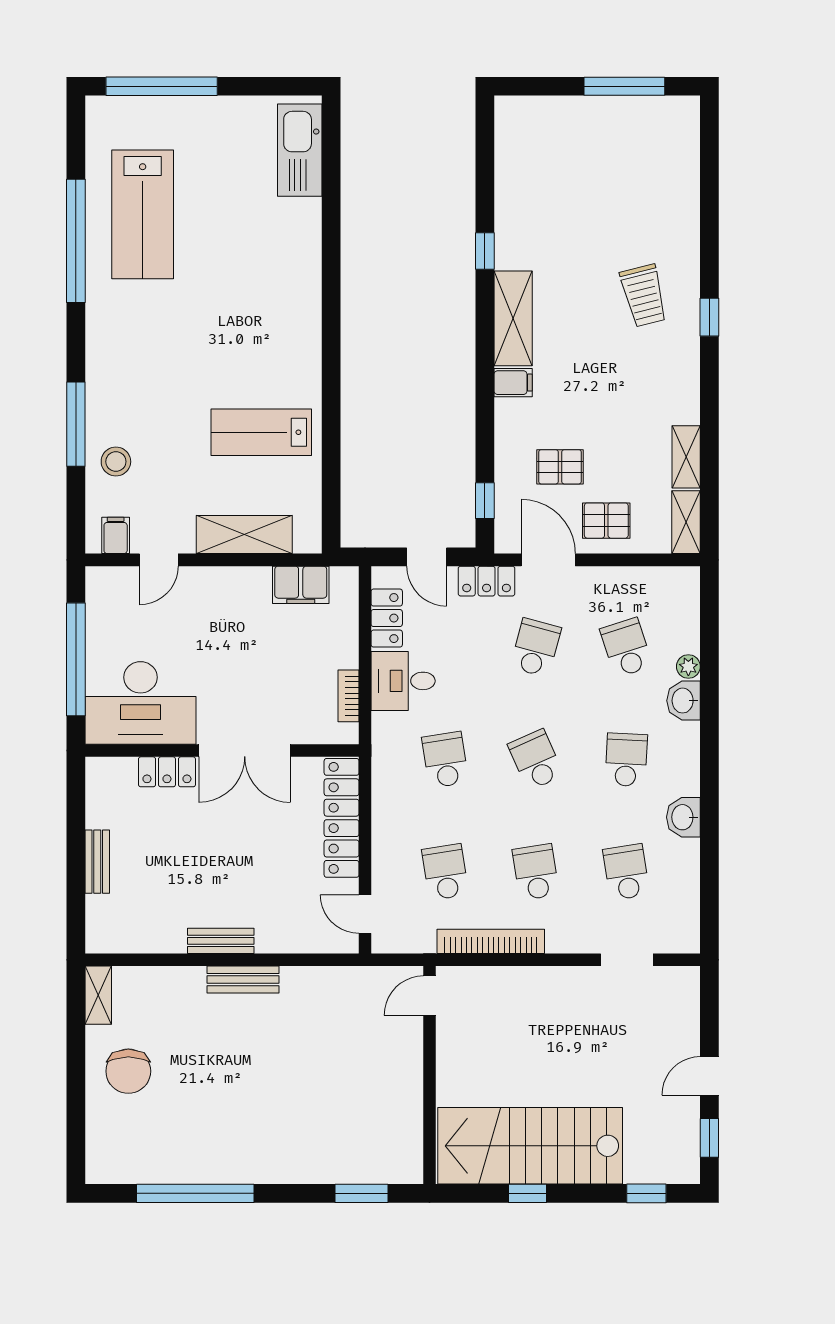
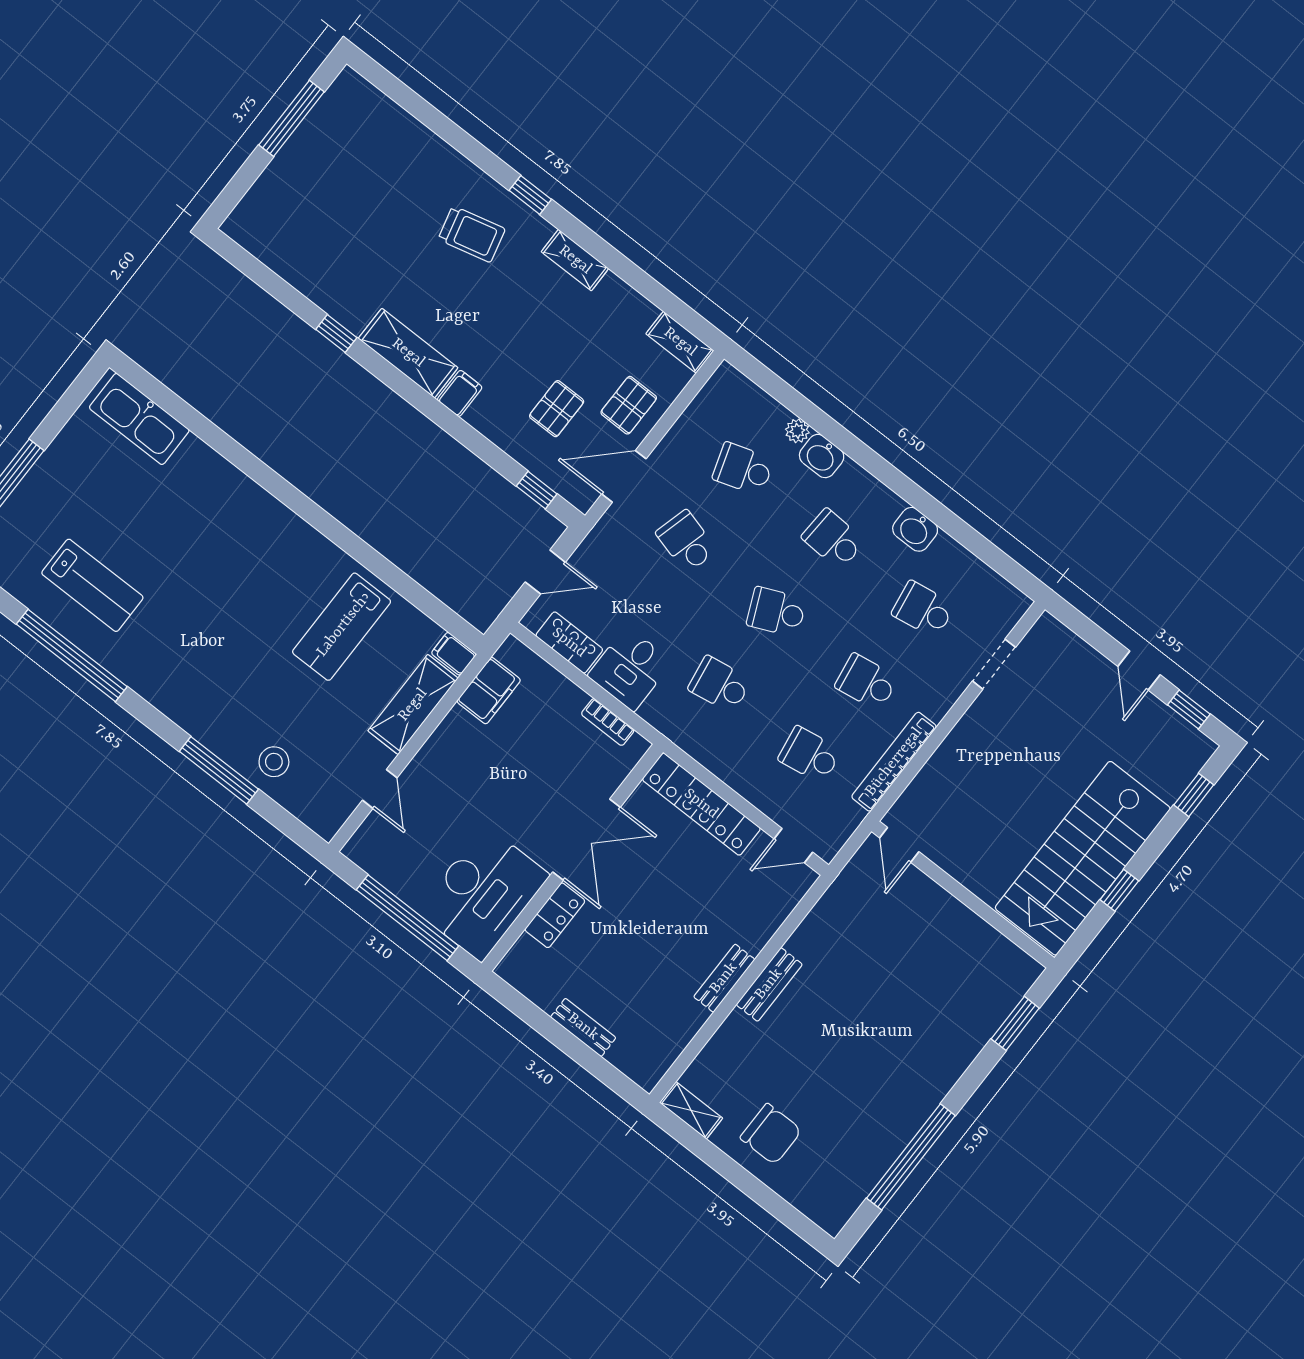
lab bench: (143, 214) -> (92, 585), width x0.73, depth x0.72
shelving: (686, 457) -> (575, 260), moved
filing cabinet: (116, 535) -> (454, 654), moved
locker: (487, 581) -> (602, 539), removed

